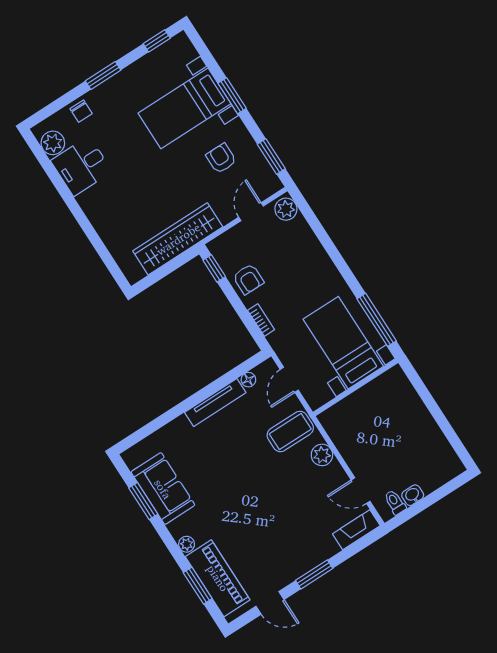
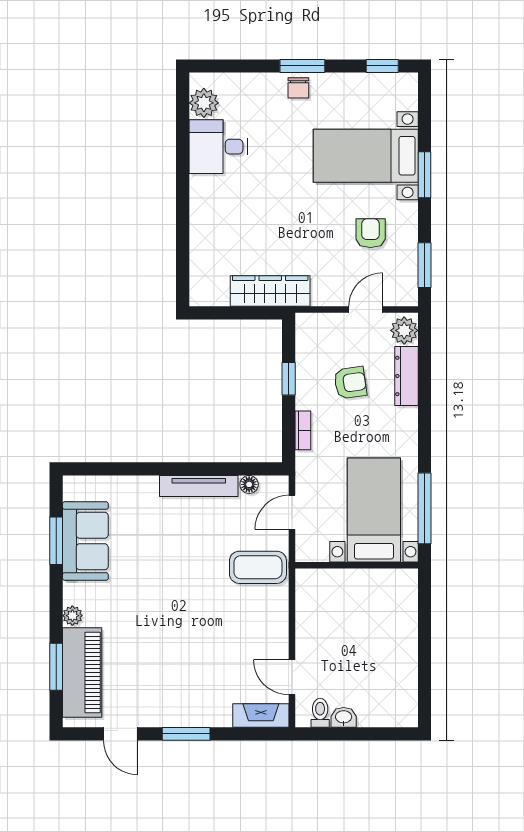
chair: (81, 111) -> (298, 88), moved
wardrobe: (178, 239) -> (270, 291), width x0.71, depth x0.85
dresser: (307, 239) -> (406, 376), added
window: (214, 268) -> (289, 379), moved
armchair: (248, 279) -> (350, 383), moved, turned -98
plant: (322, 455) -> (275, 614), removed

